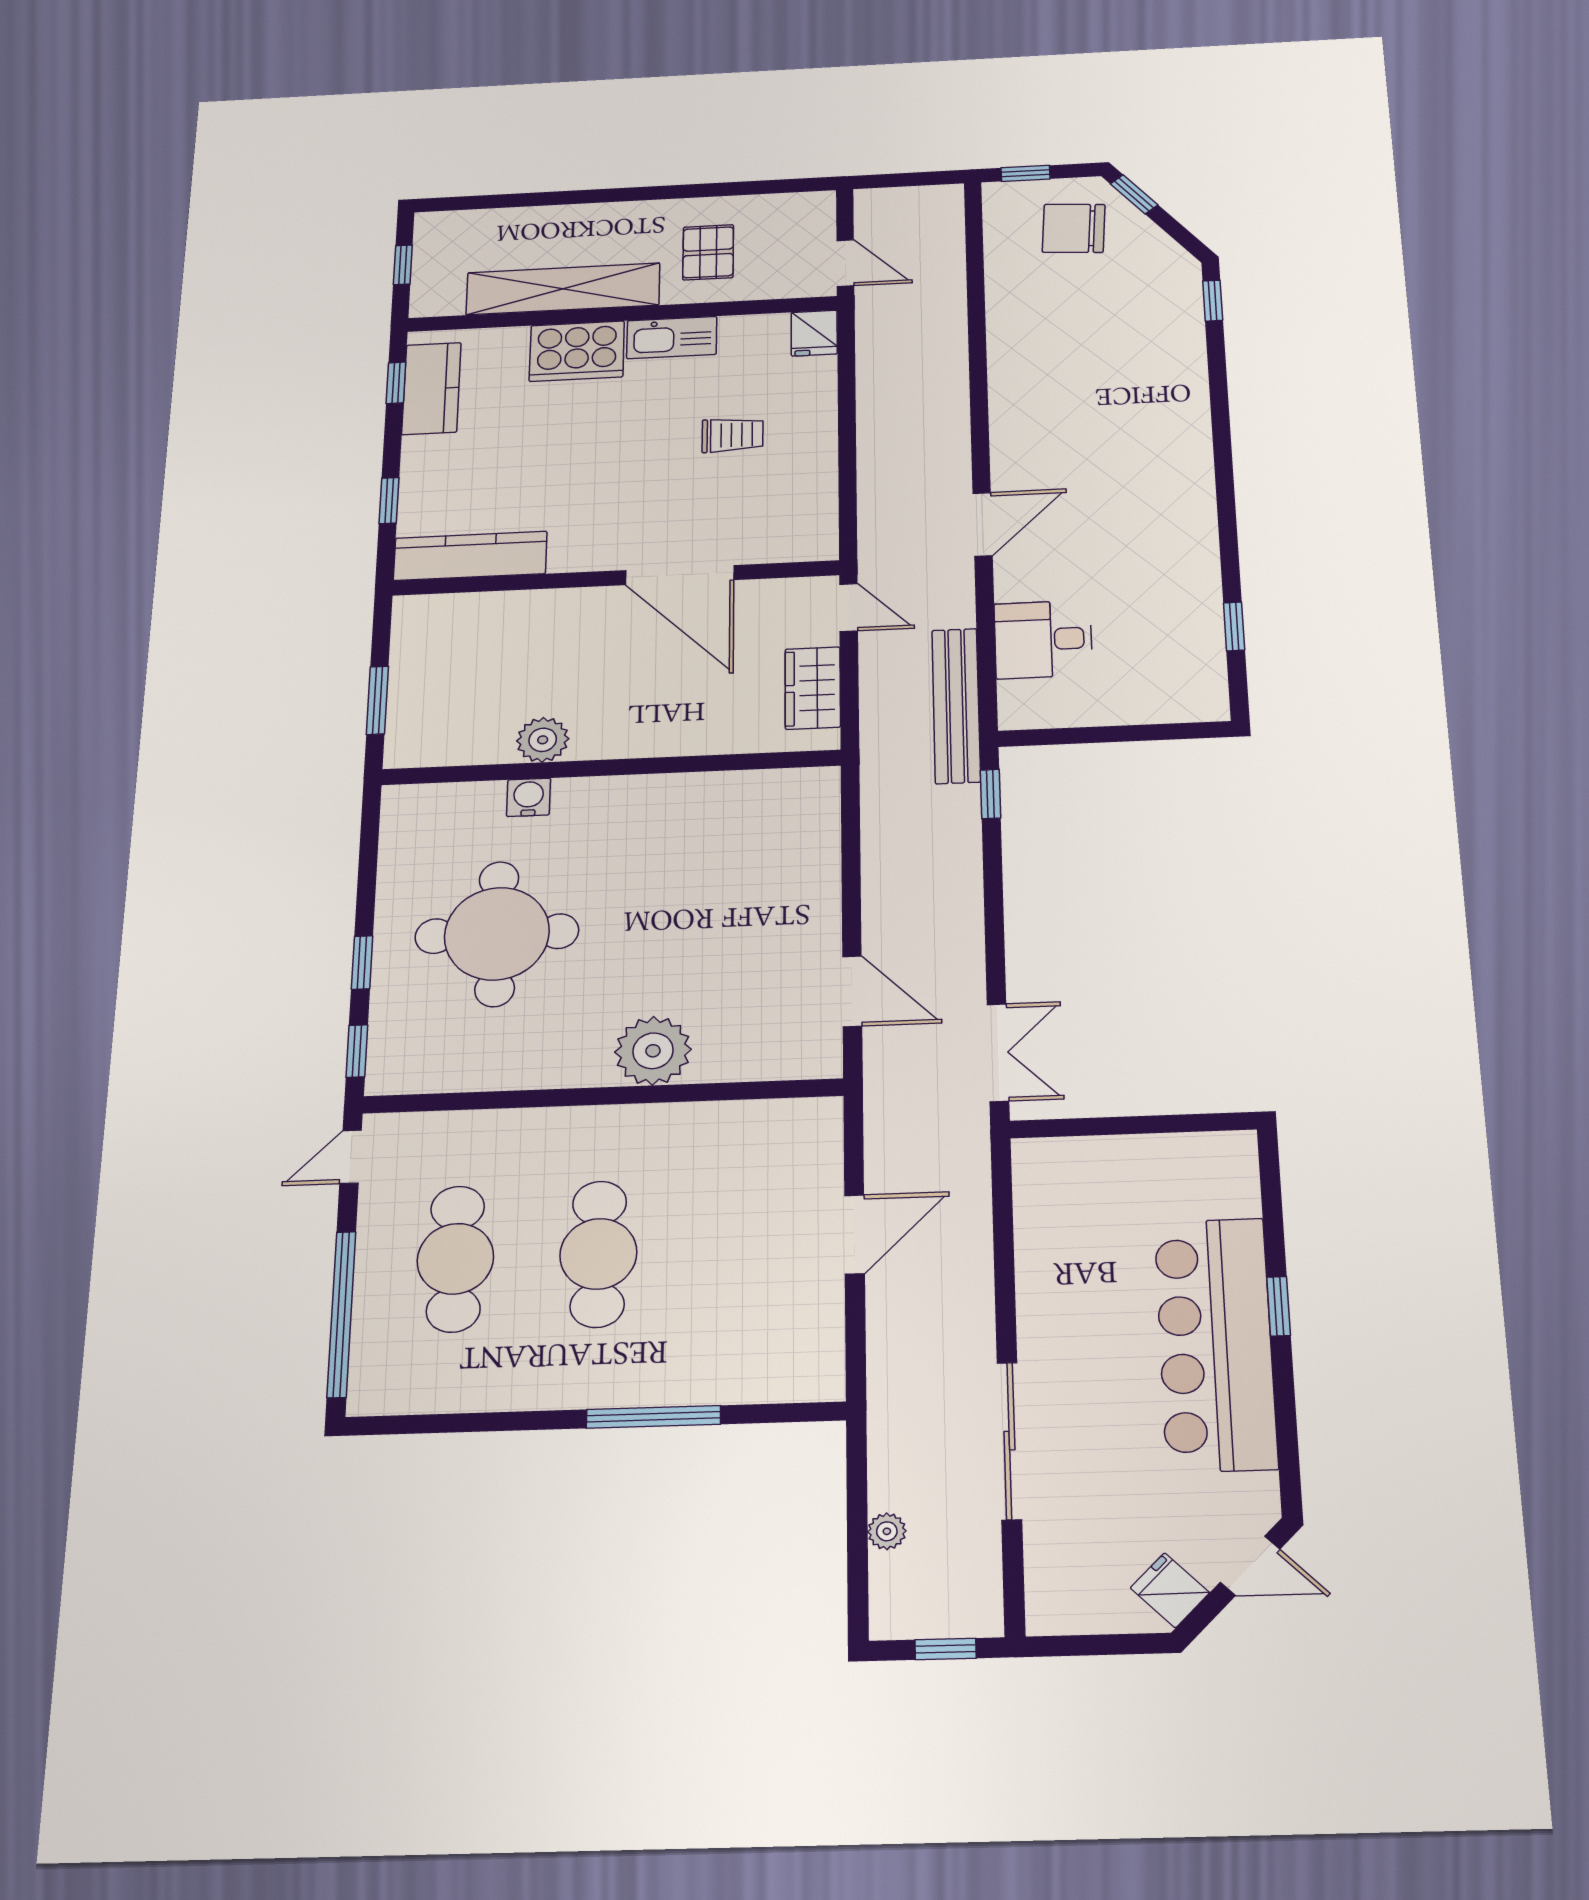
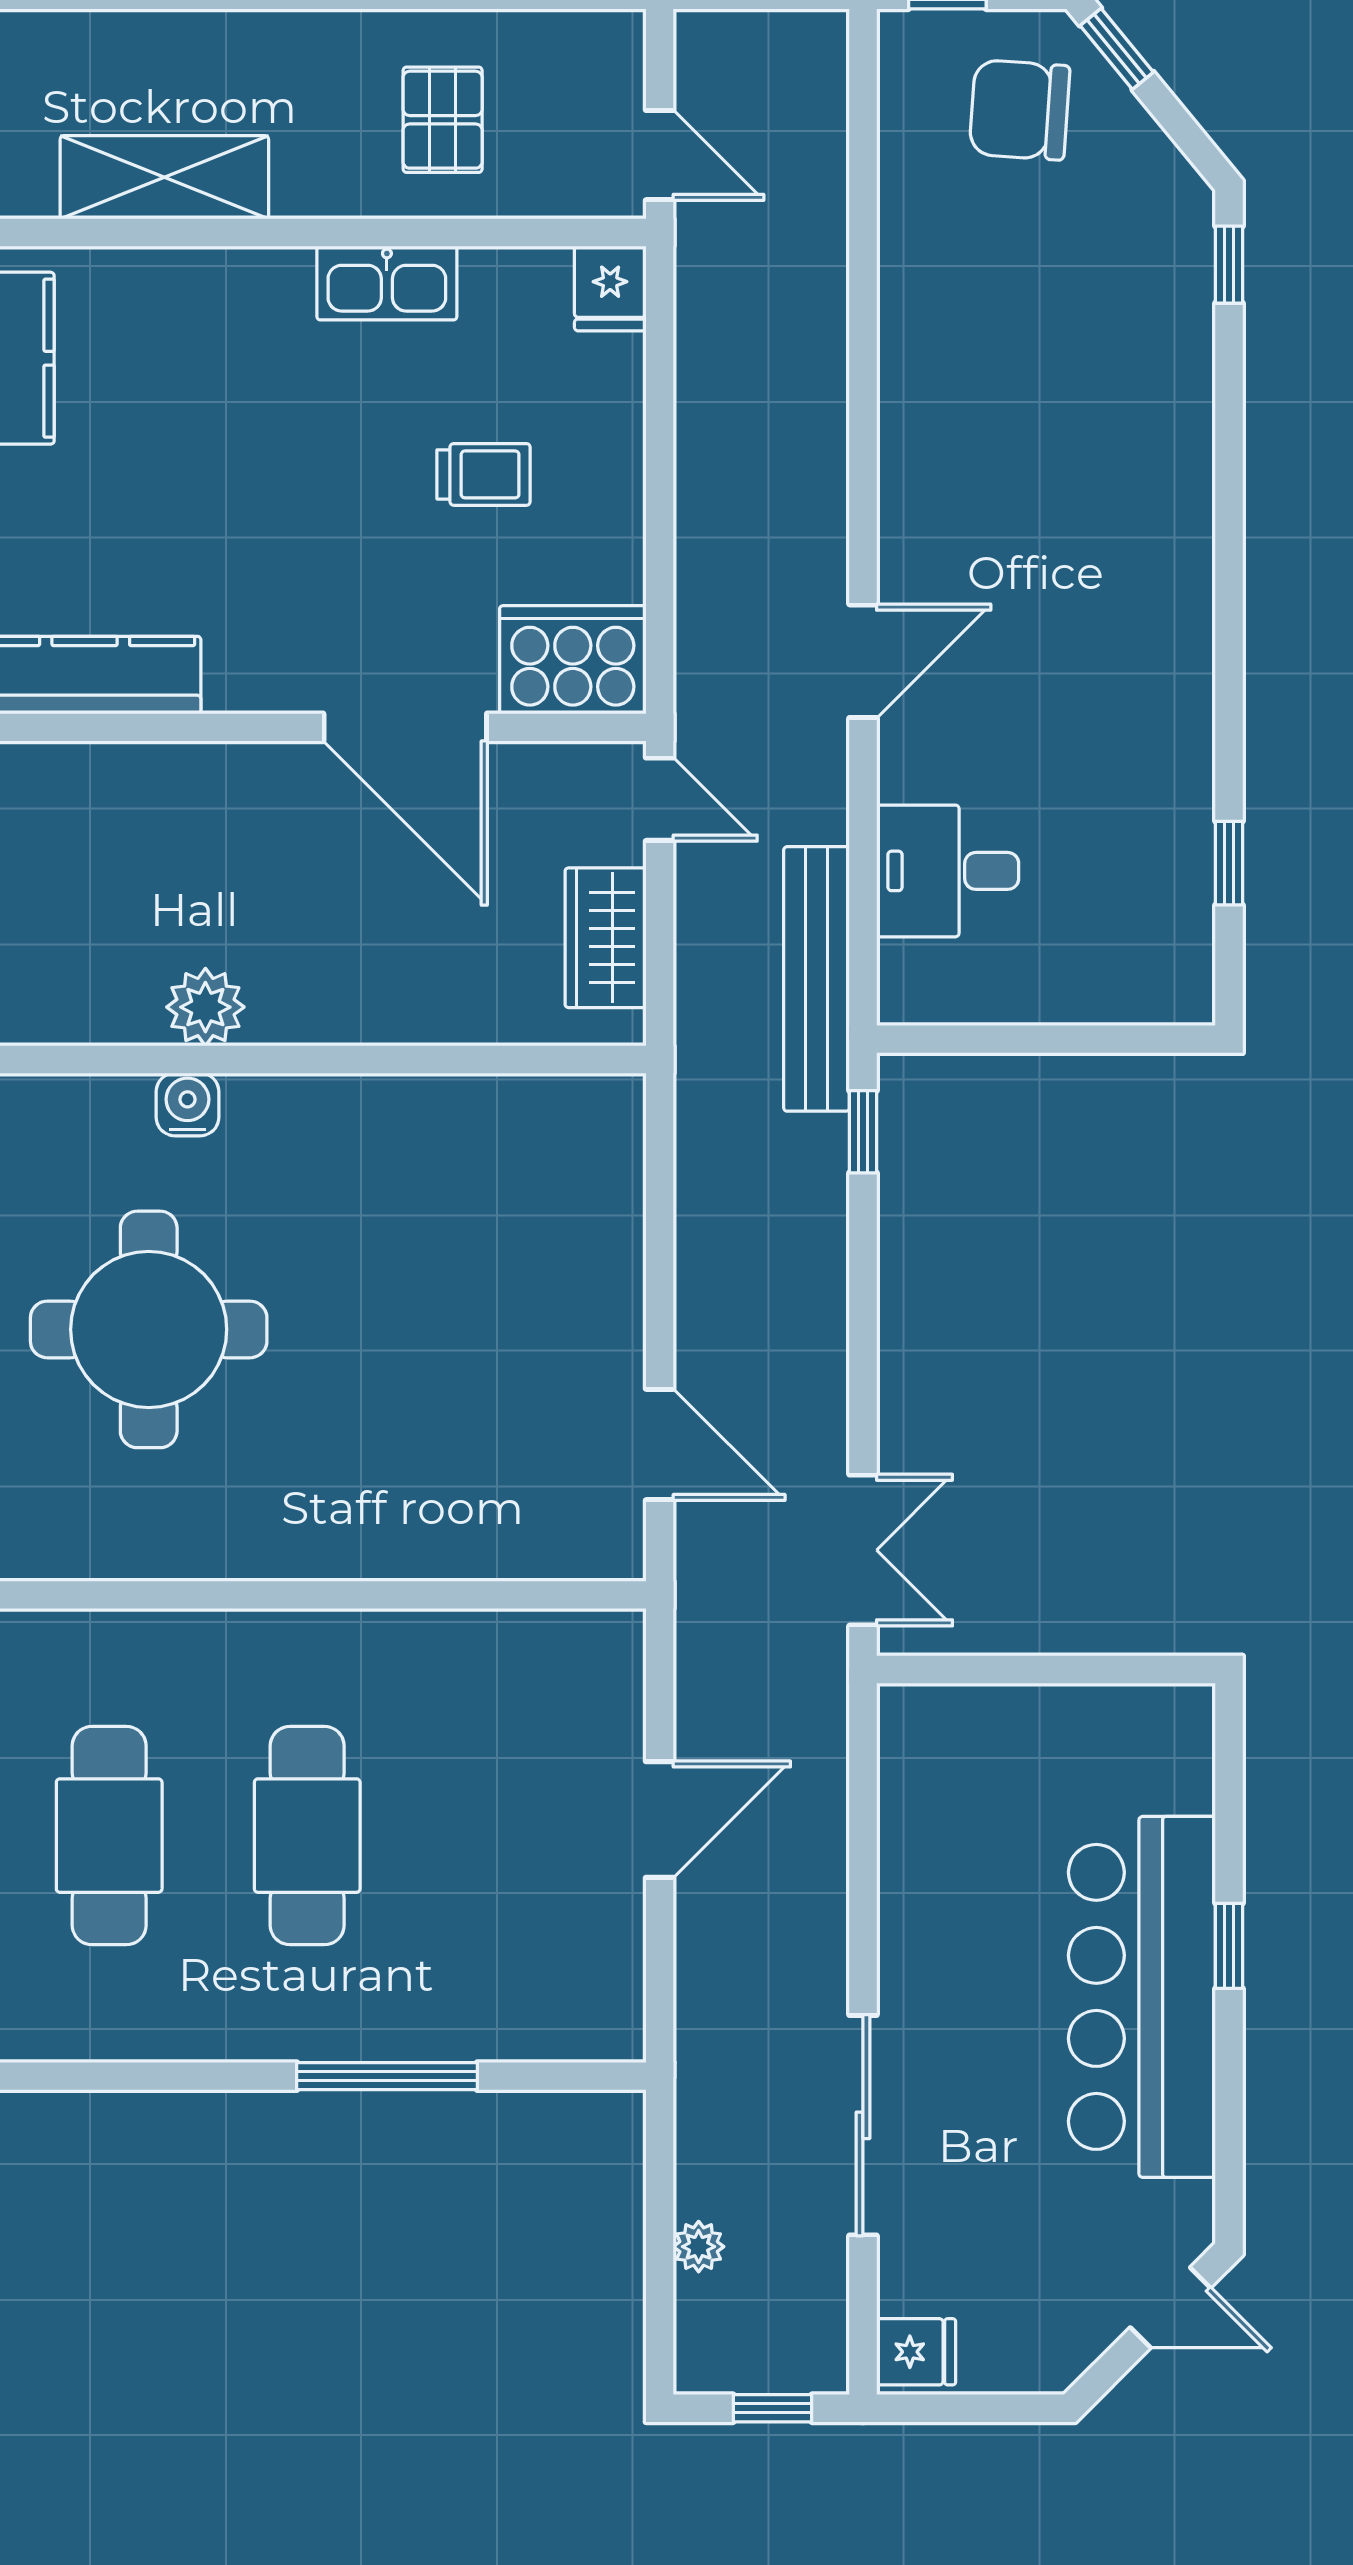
shelving: (563, 289) -> (164, 177), width x0.68
cooker: (577, 351) -> (573, 660), moved, turned 180
plant: (653, 1051) -> (378, 1527), removed
fridge: (1170, 1590) -> (916, 2352), moved, turned 135

